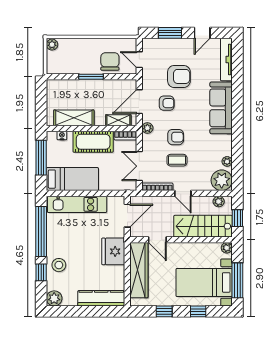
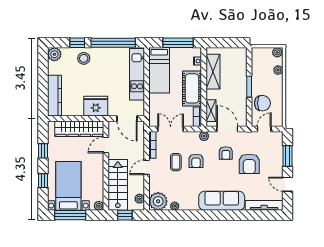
plant: (72, 44) -> (278, 70), added

